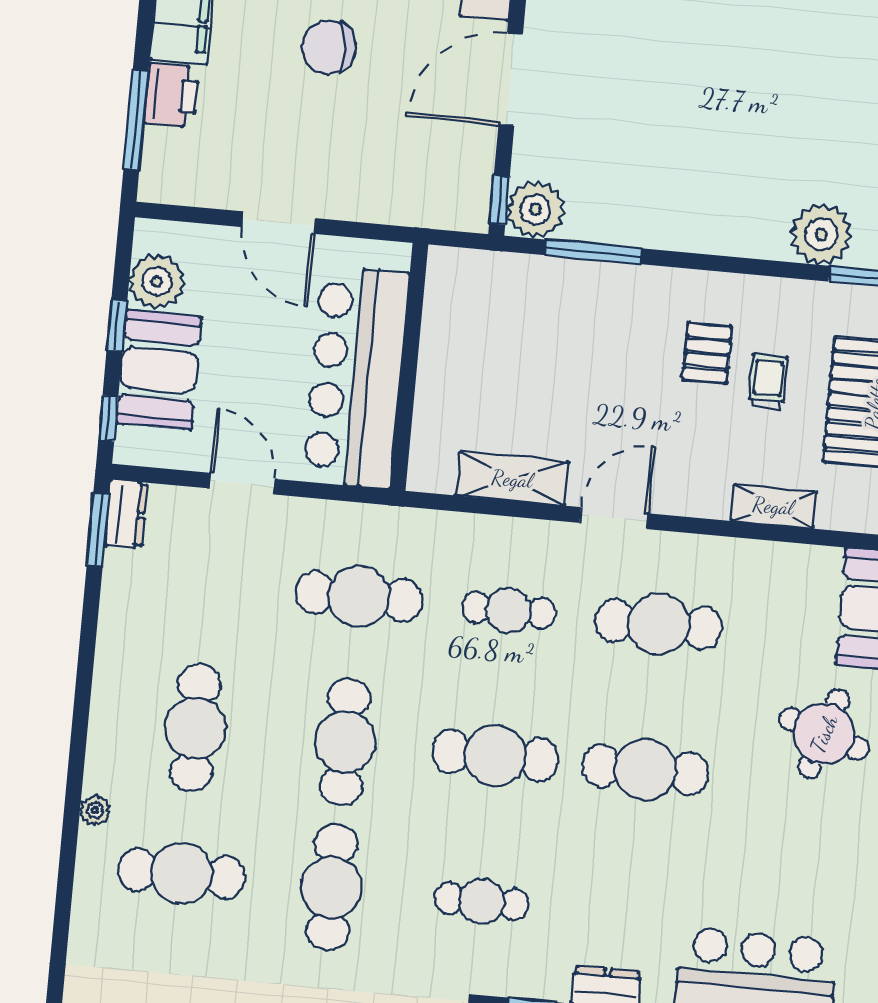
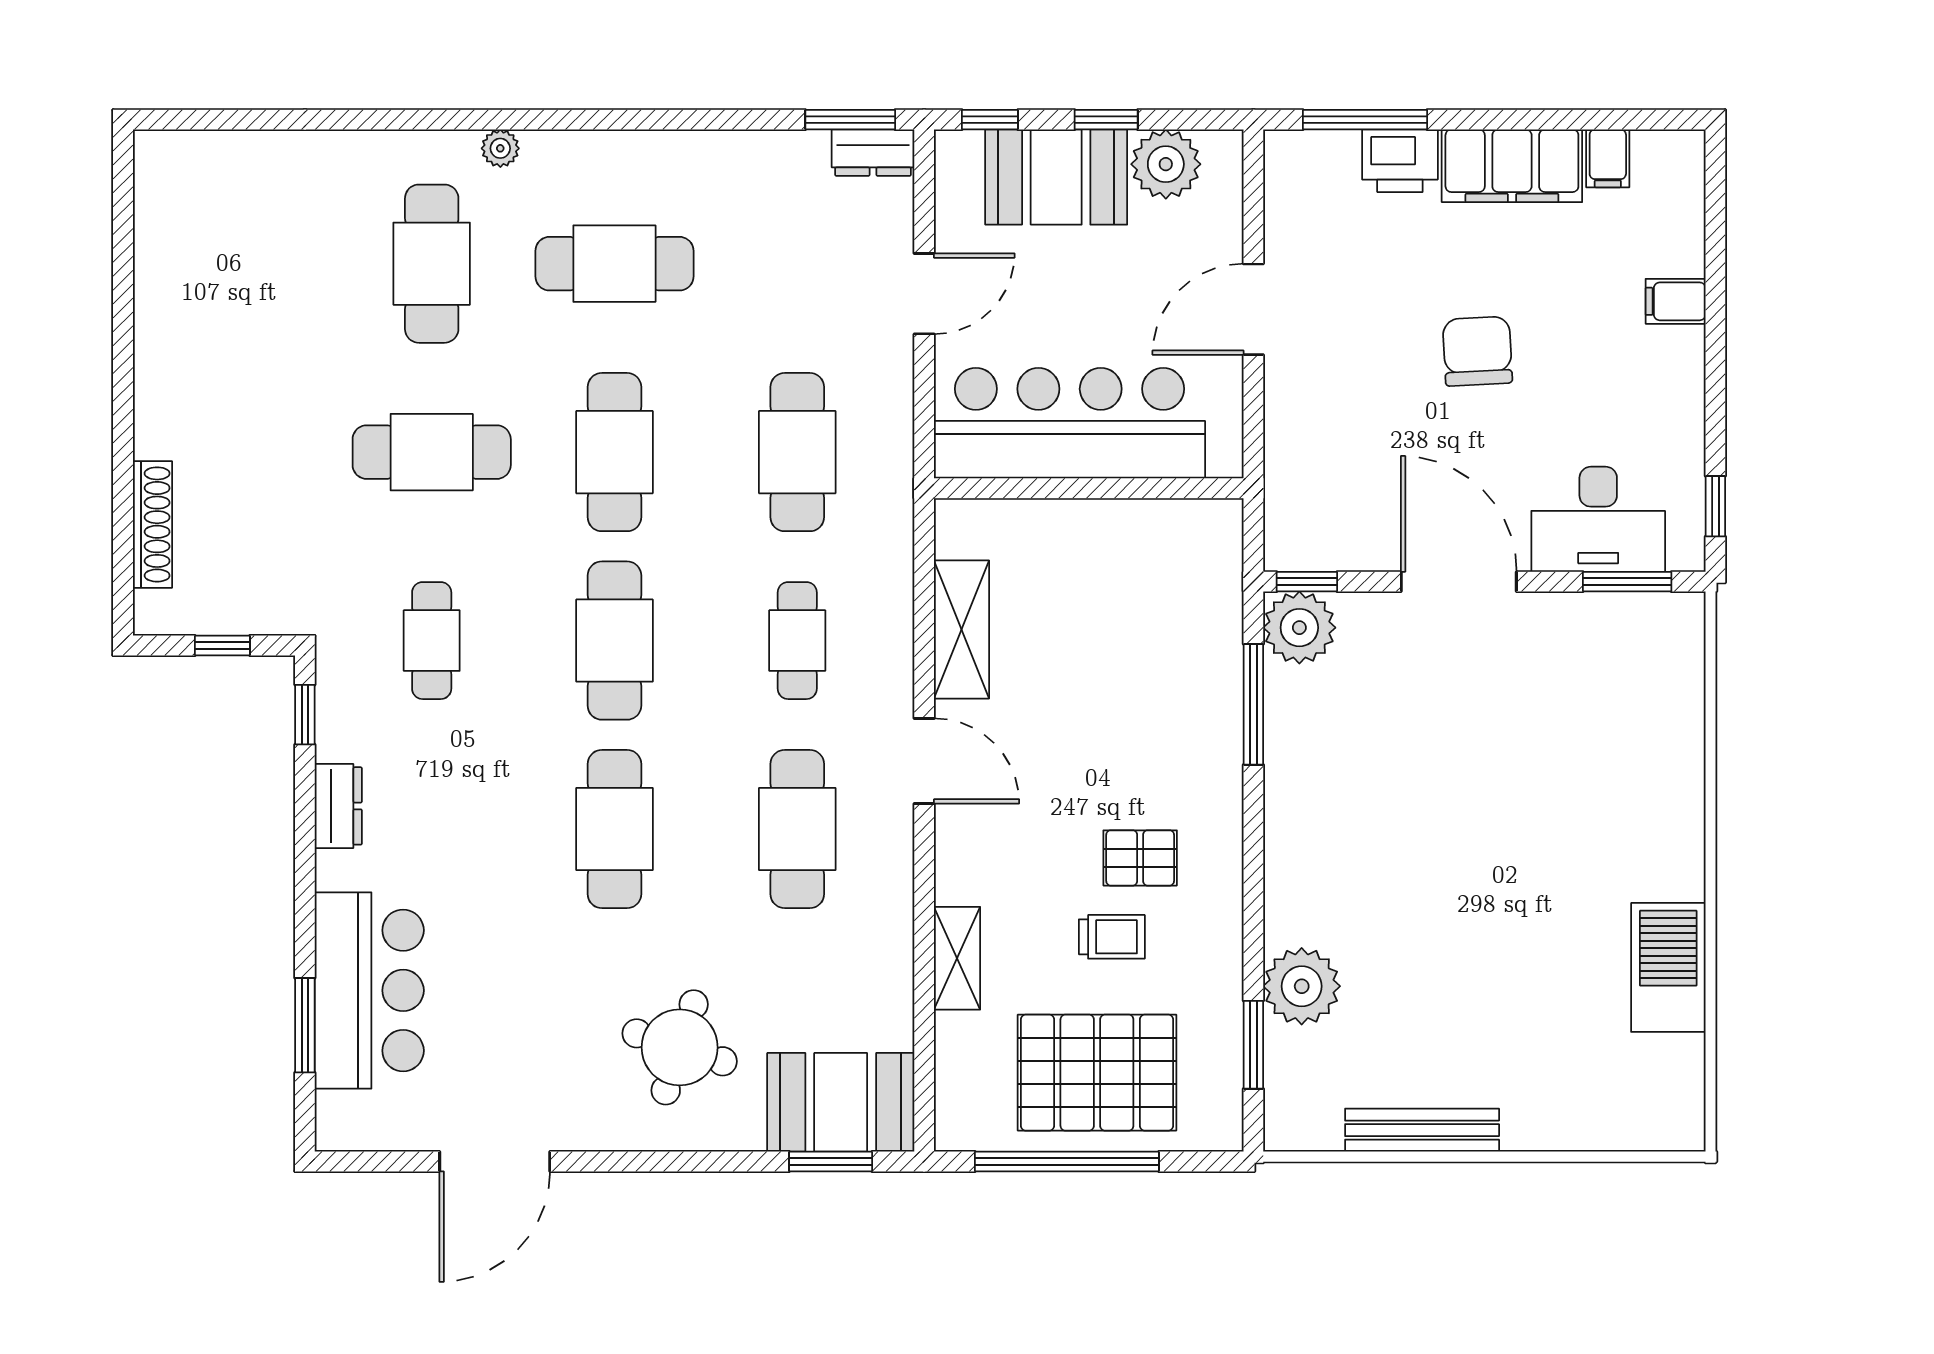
cafe table: (345, 742) -> (614, 452), turned 90

